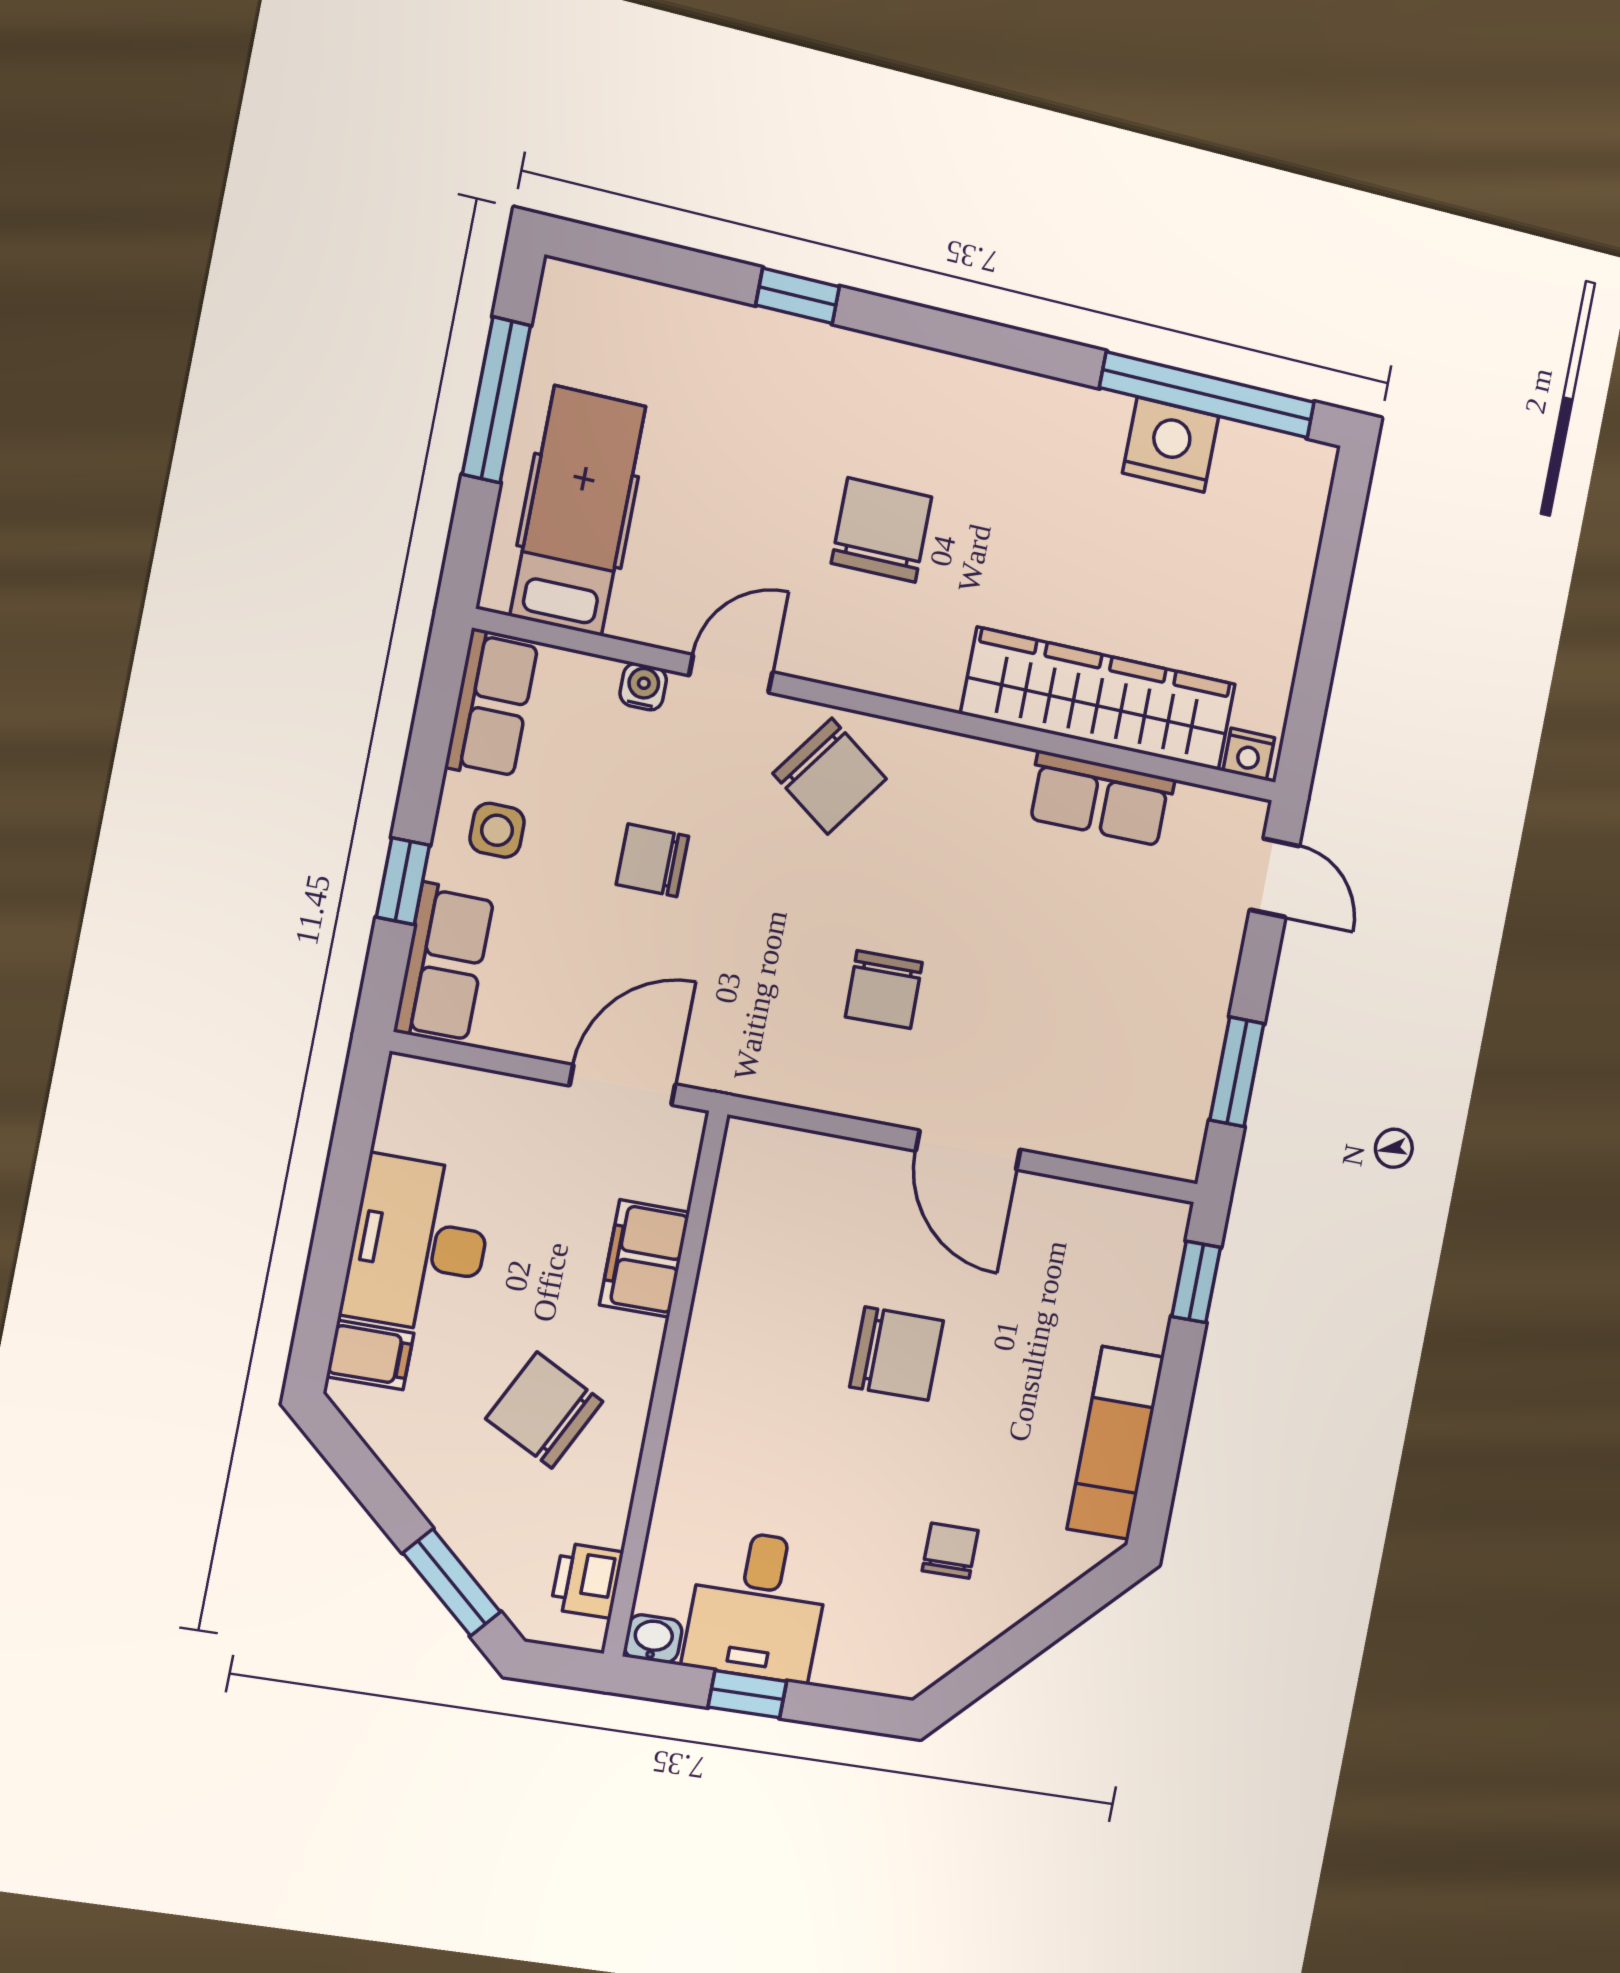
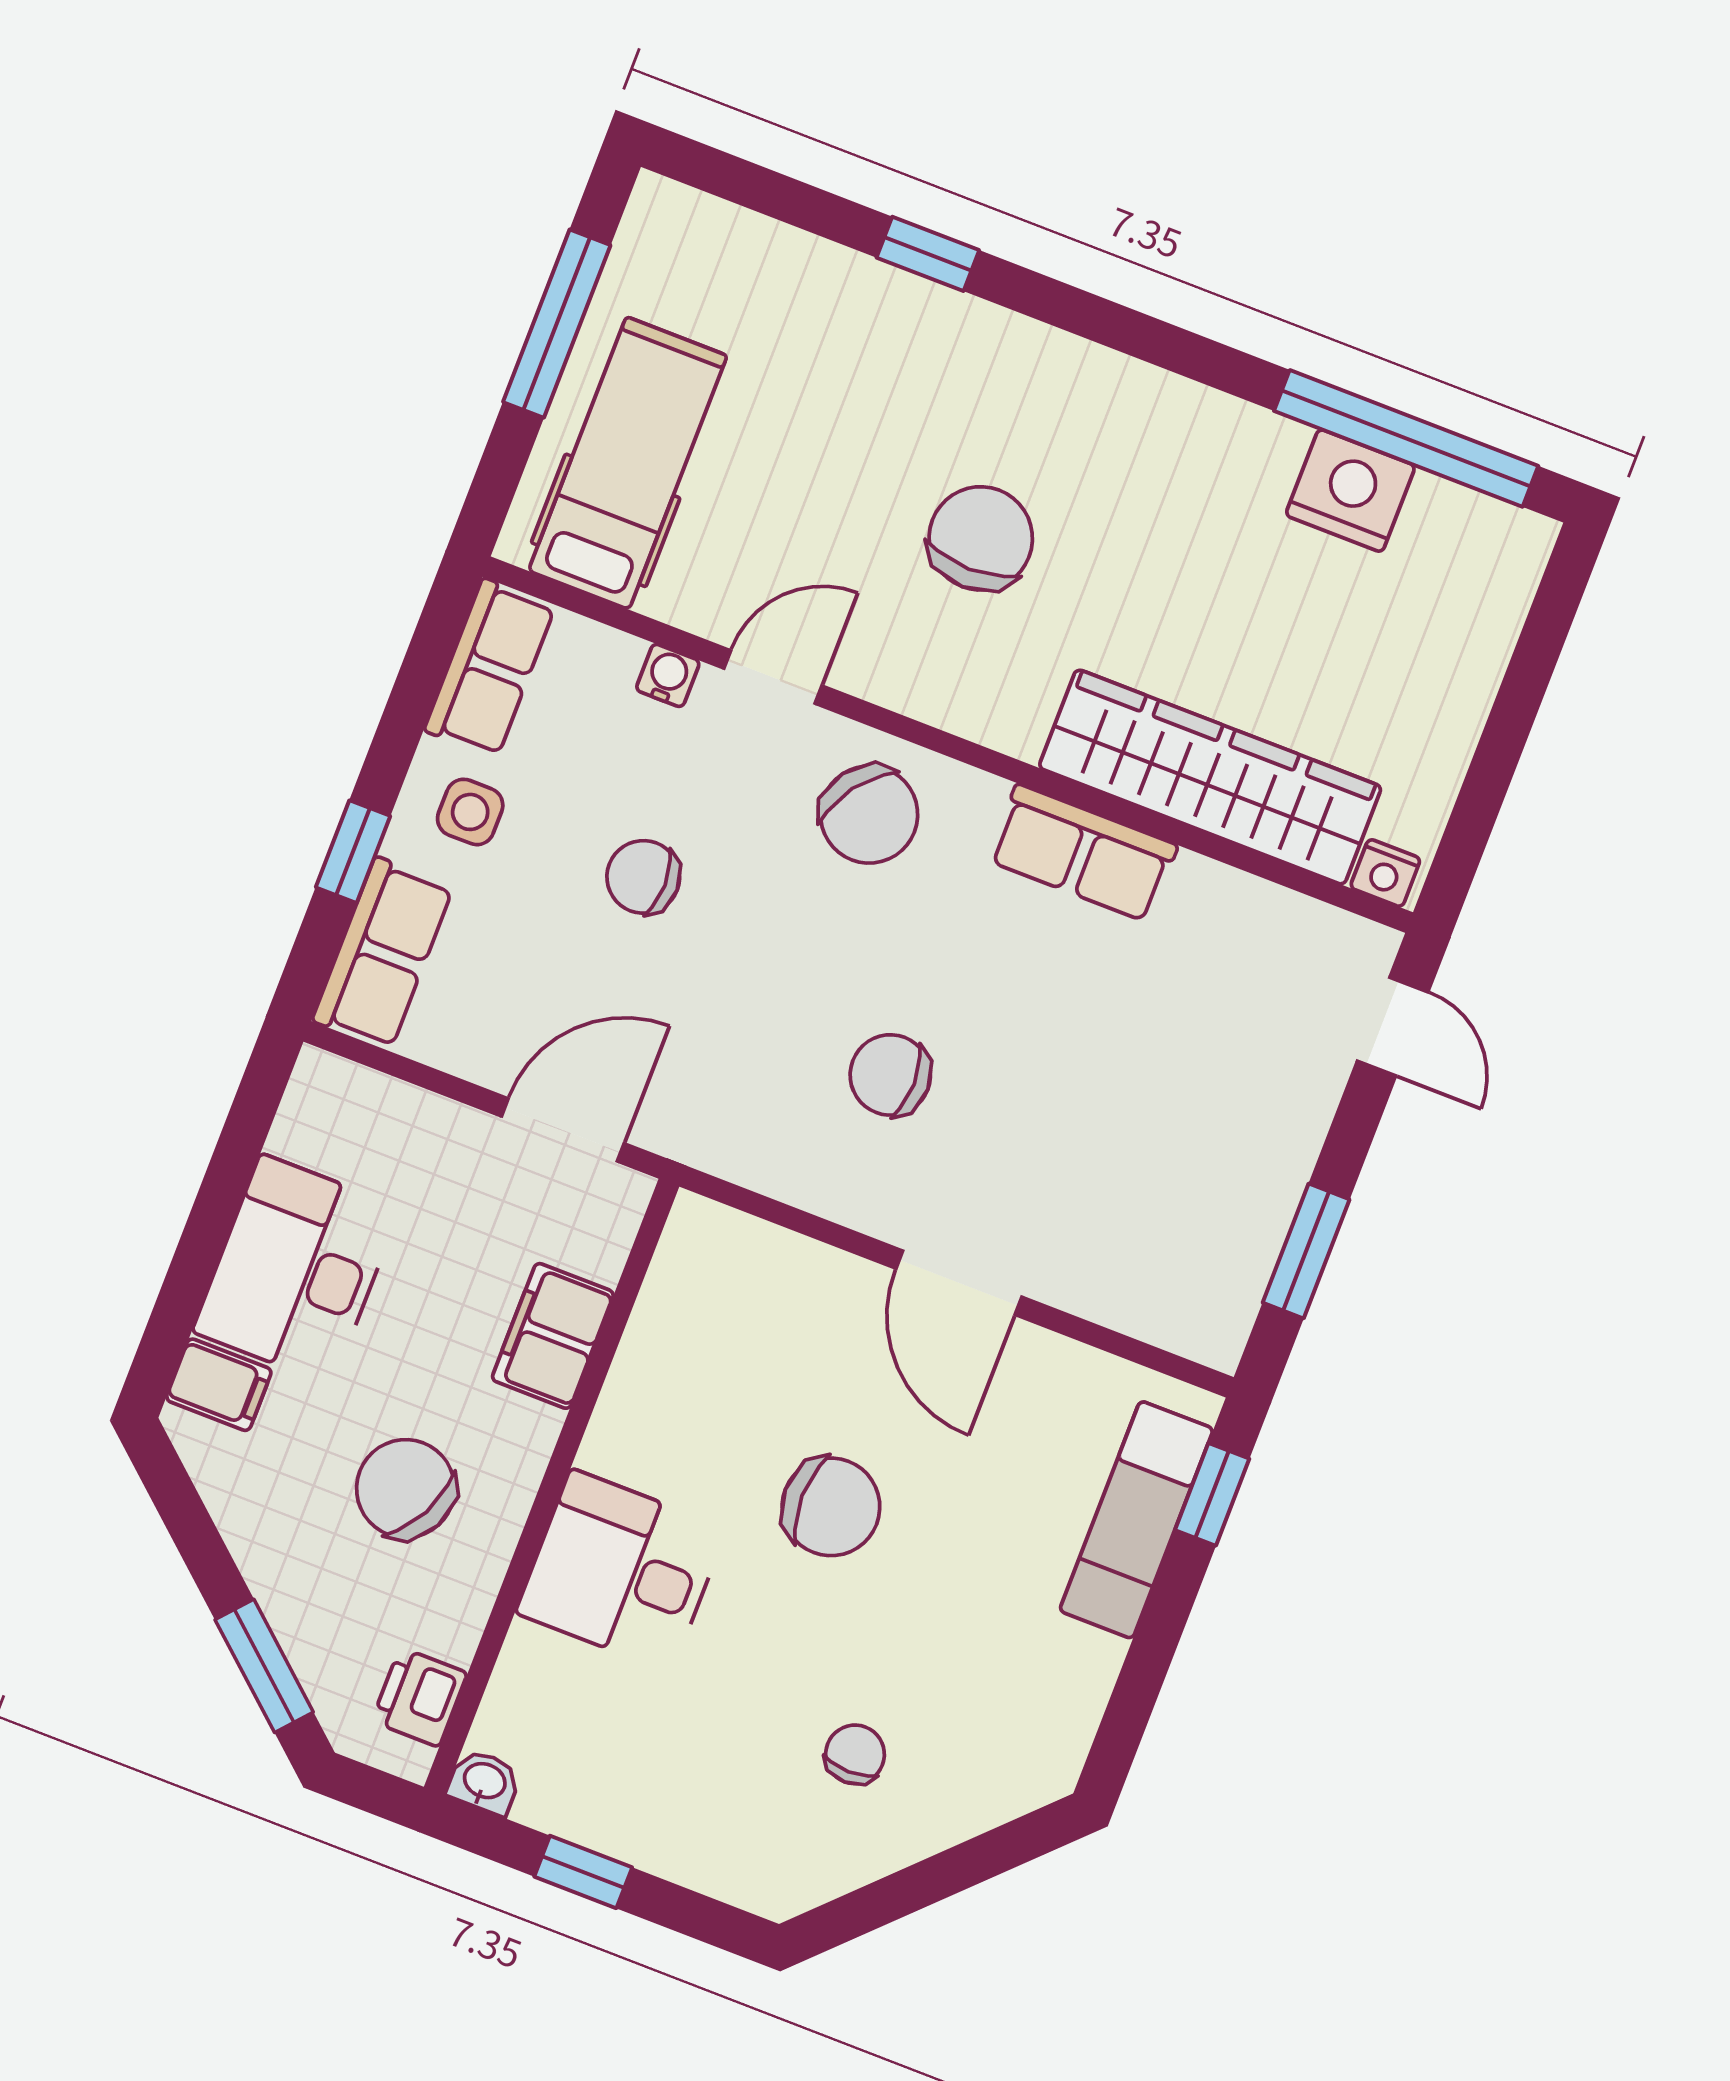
row of seats: (1100, 799) -> (1083, 853), moved
chair: (884, 990) -> (890, 1075), turned 91
exam couch: (1116, 1443) -> (1136, 1520), moved
desk: (758, 1606) -> (621, 1571), moved, turned 90

